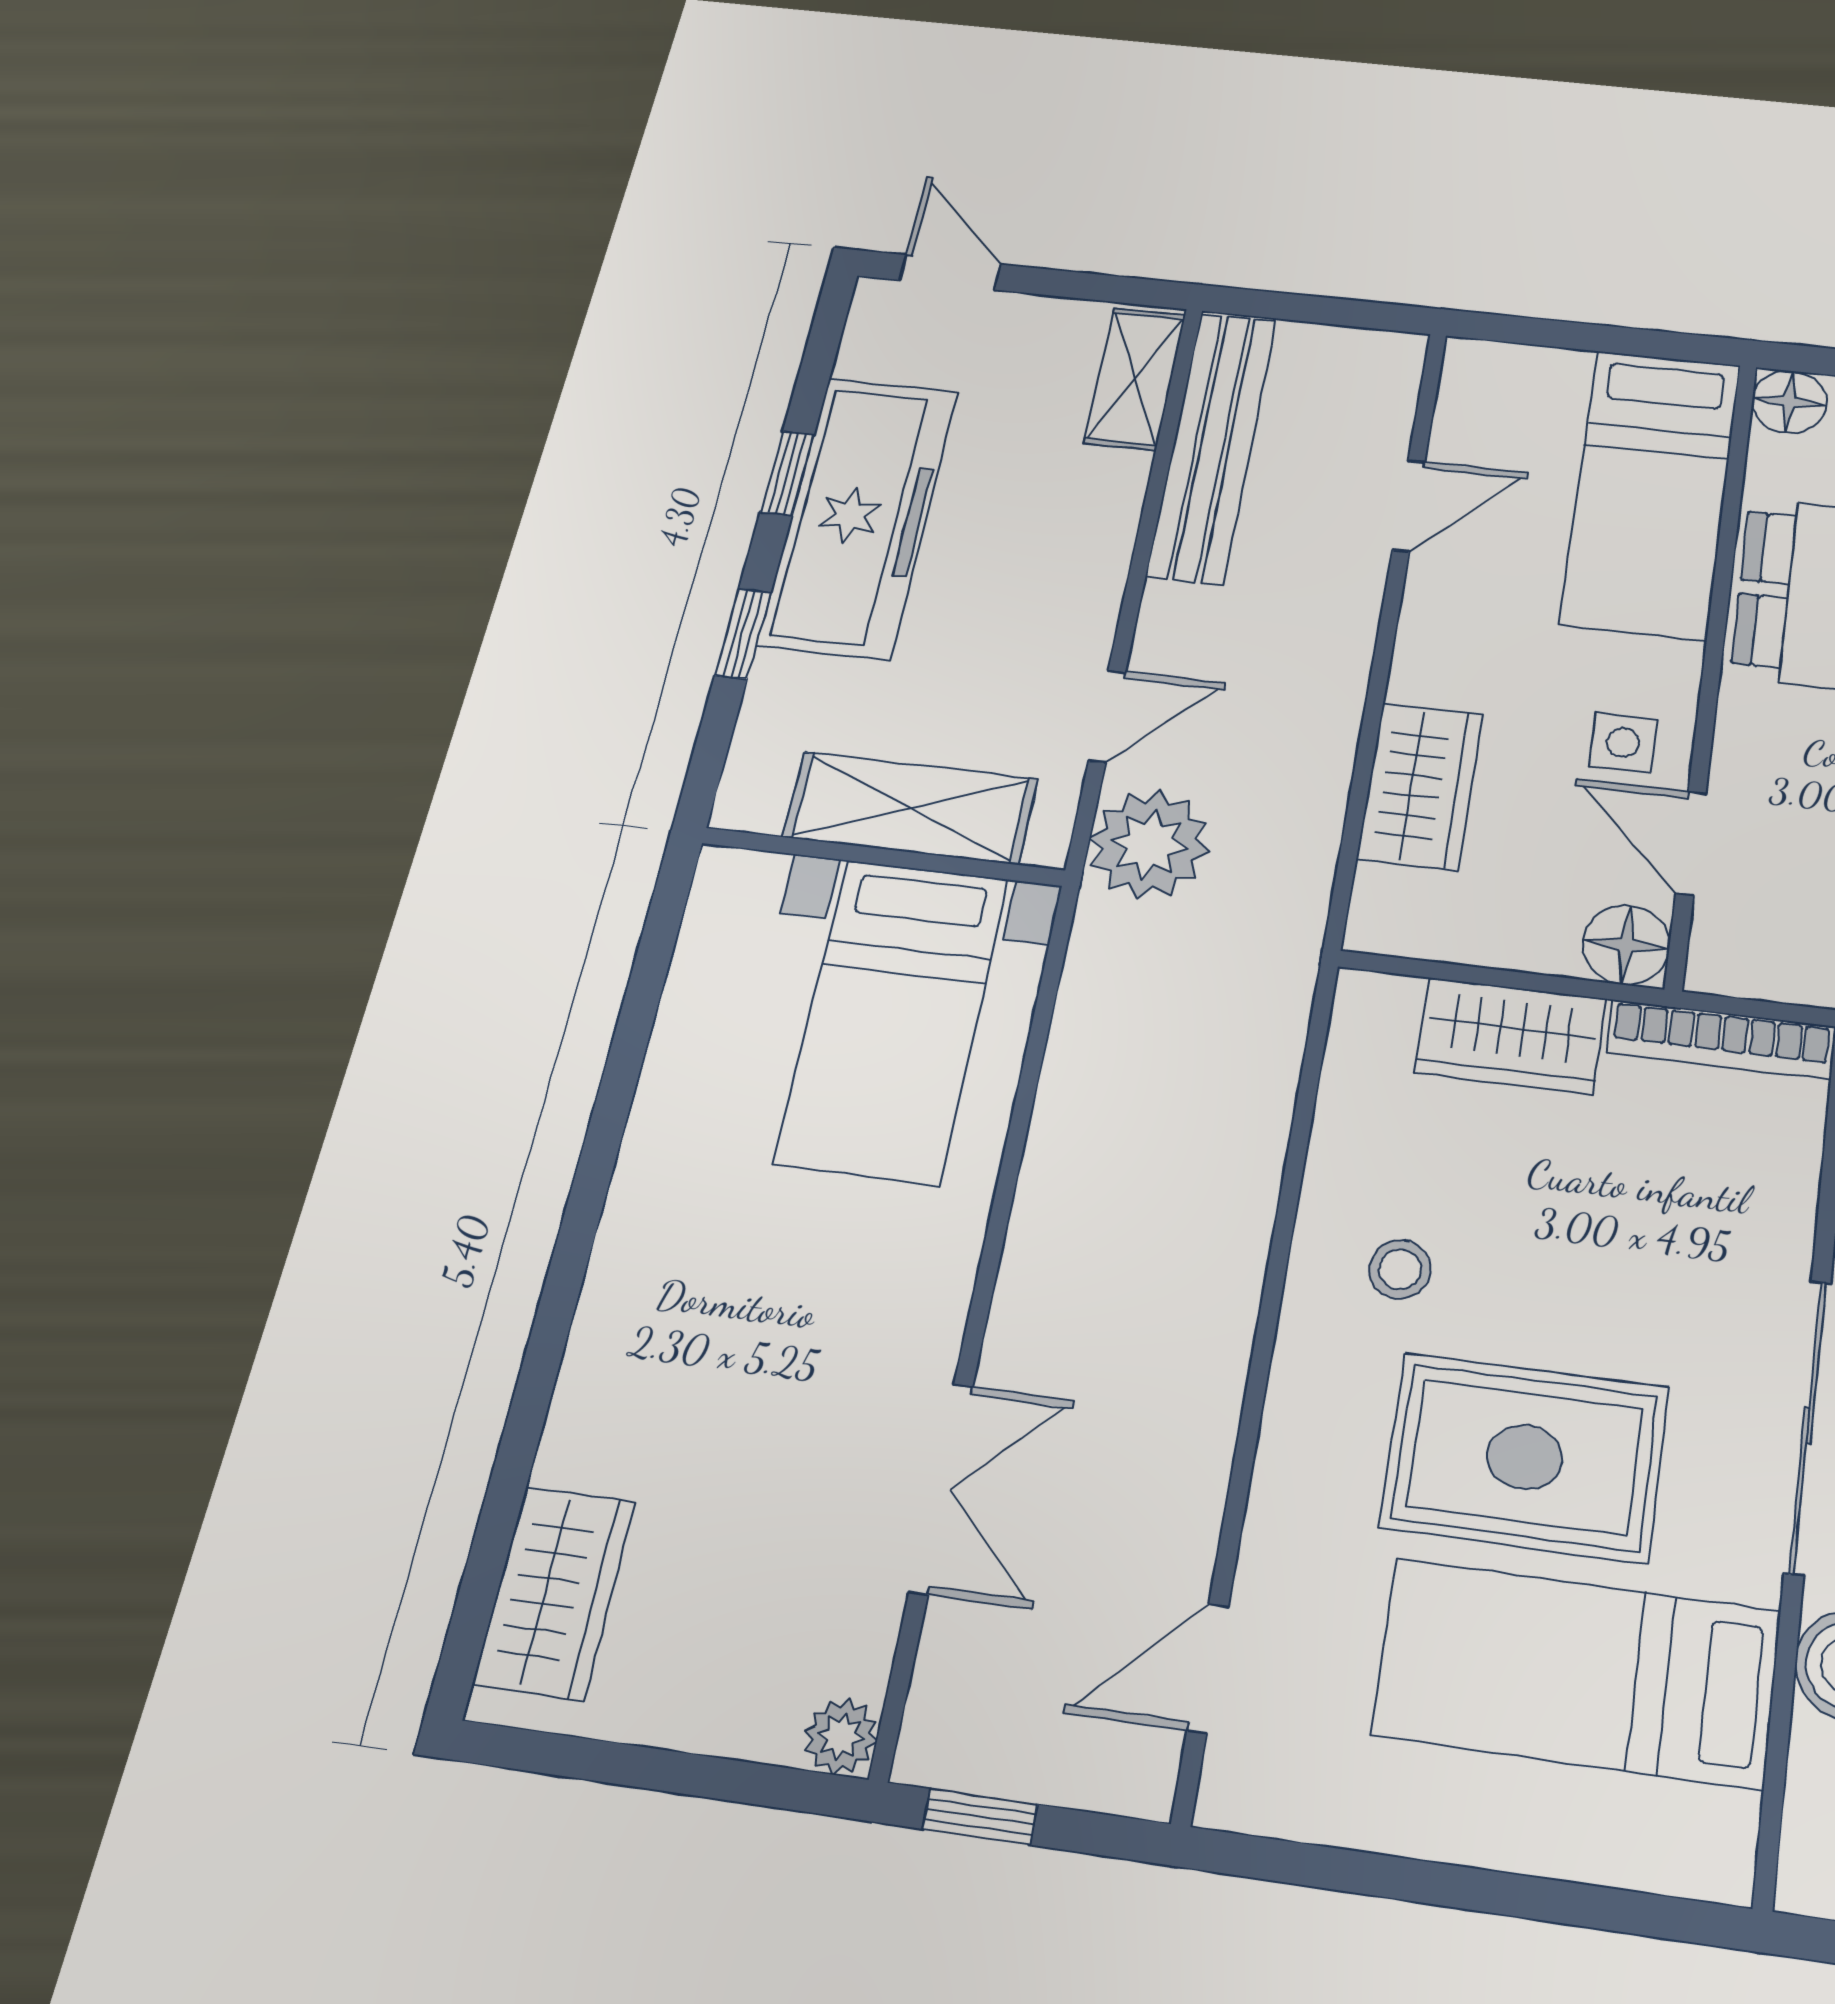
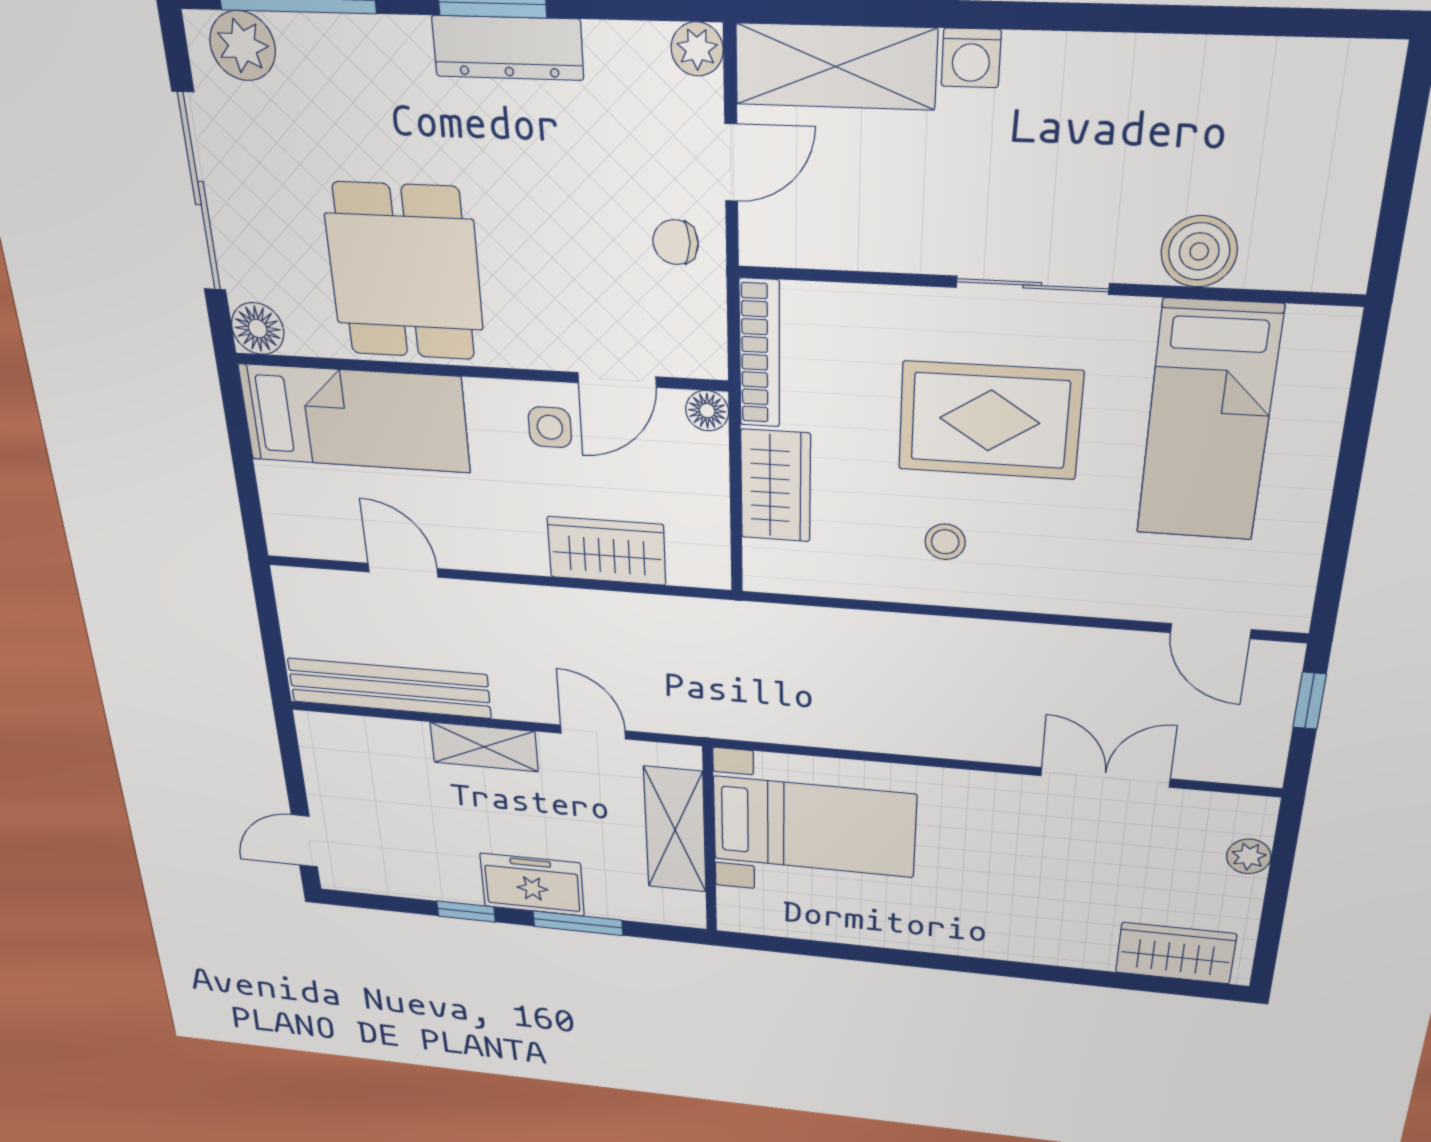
shelving: (1135, 379) -> (484, 747), moved
freezer: (859, 516) -> (532, 885), width x0.52, depth x0.79
window: (743, 634) -> (578, 923), width x1.50
plant: (1149, 844) -> (676, 702), removed
floor lamp: (1626, 945) -> (707, 411), width x0.73, depth x0.73
sliding door: (1808, 1426) -> (1032, 285), width x0.73
rug: (1525, 1457) -> (990, 421), moved, turned 90
plant: (841, 1736) -> (1249, 856), moved
window: (980, 1817) -> (1310, 701), moved

